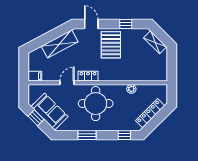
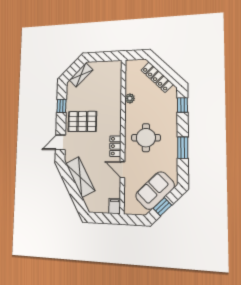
round table: (96, 104) -> (146, 138), width x0.73, depth x0.73

